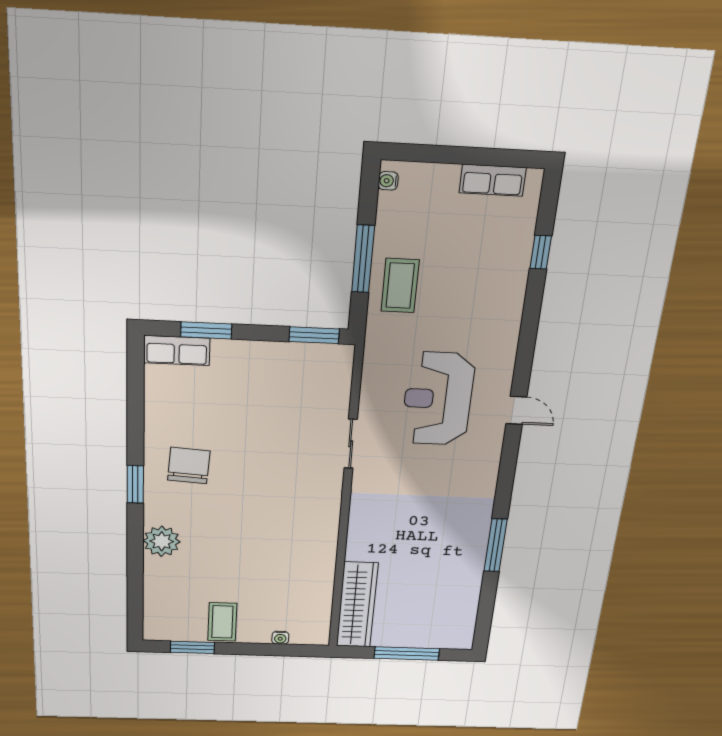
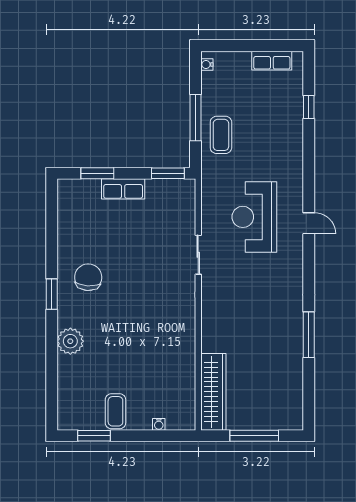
row of seats: (177, 351) -> (123, 189), moved

